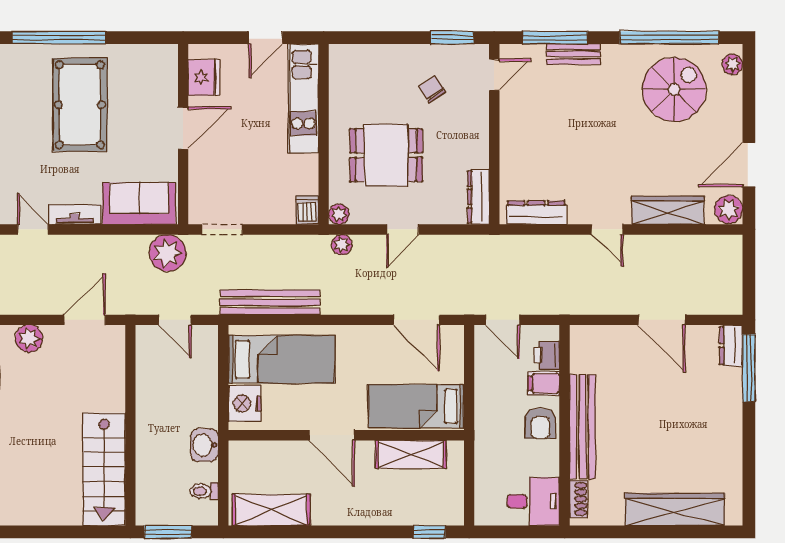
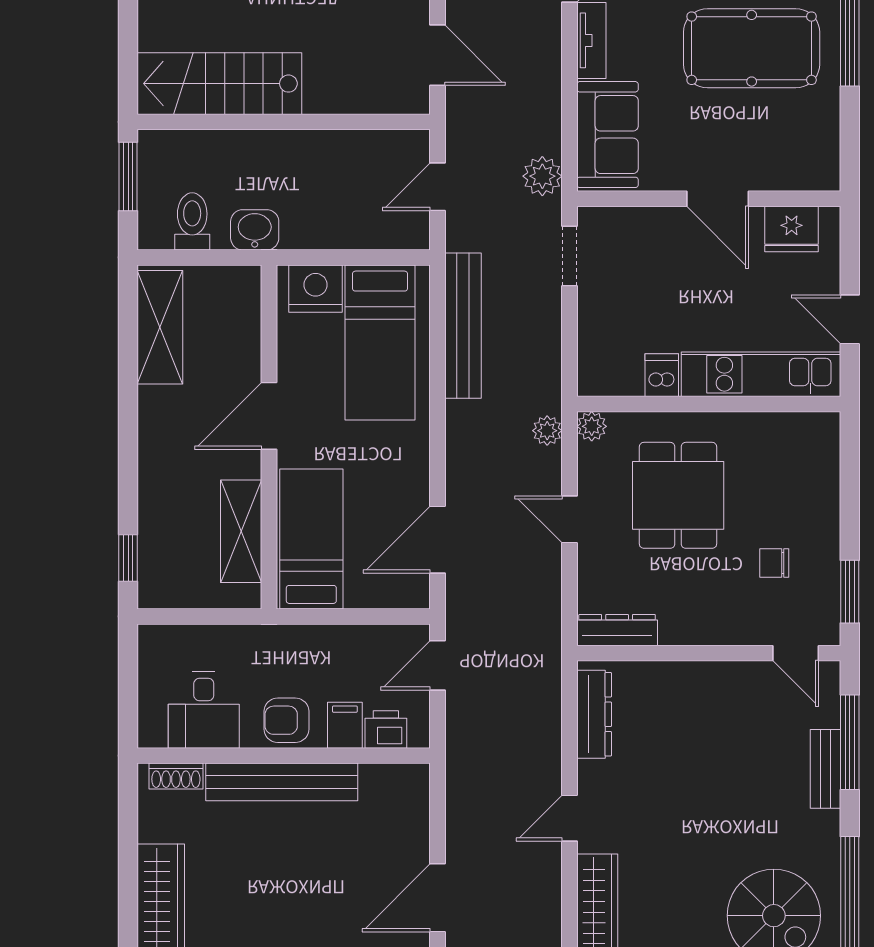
chair: (433, 89) -> (774, 563), turned -147
dishwasher: (307, 210) -> (662, 375), moved, turned -90
plant: (168, 253) -> (542, 176), width x0.73, depth x0.73
toilet: (204, 491) -> (192, 221), width x1.37, depth x1.39
desk: (533, 501) -> (204, 710), moved

